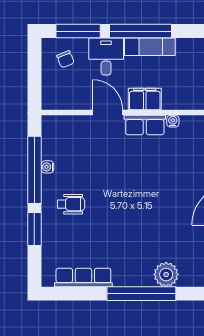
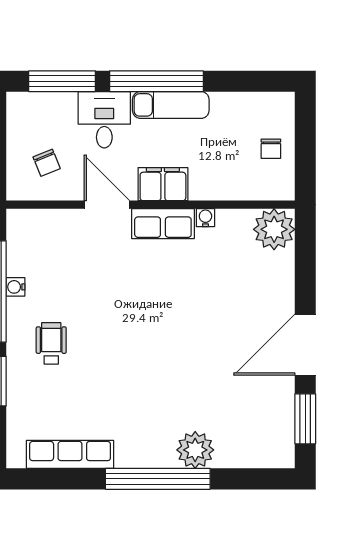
chair: (65, 59) -> (47, 163), moved
wheelchair: (71, 204) -> (51, 343), turned -90

